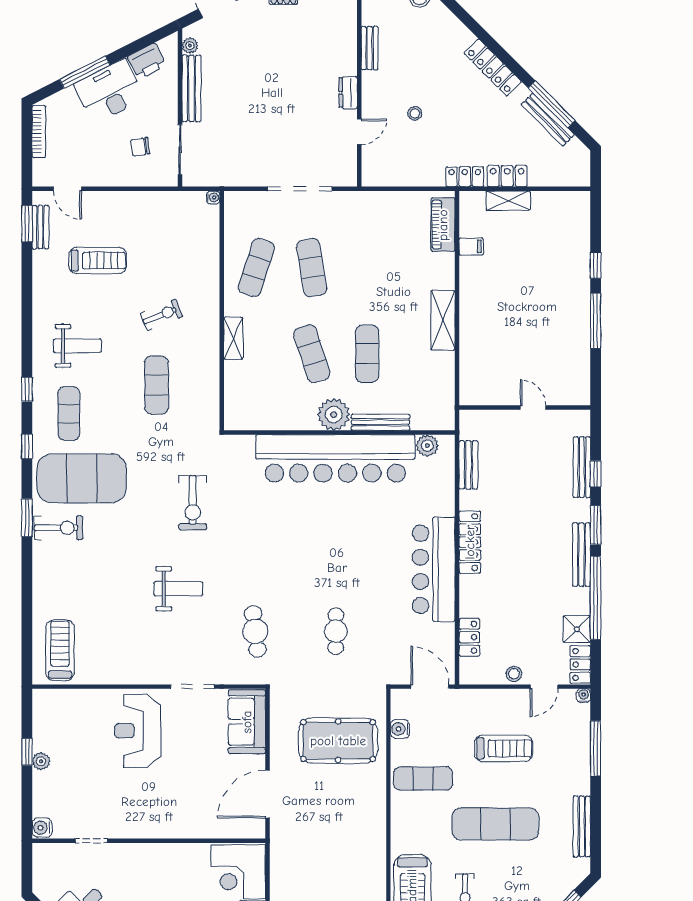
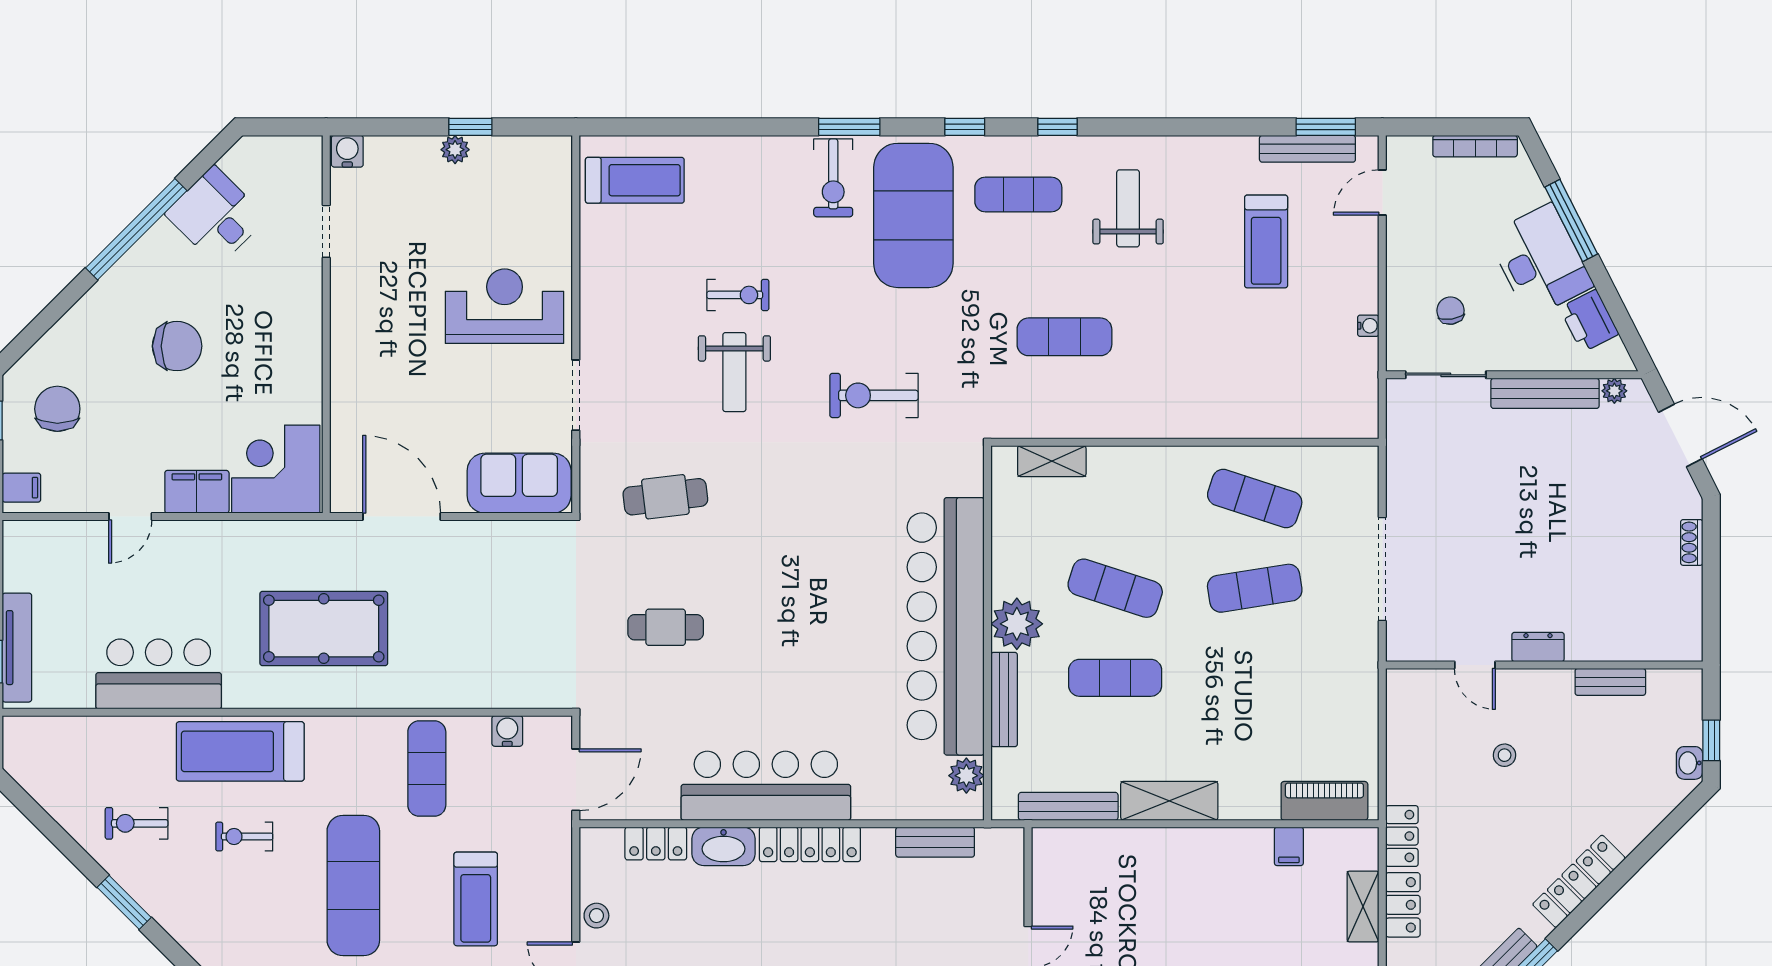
water cooler: (213, 197) -> (1368, 326), moved, turned -90
bench: (40, 227) -> (1307, 149), width x1.36
exercise bike: (161, 315) -> (738, 295), moved, turned -68
shelving: (233, 338) -> (1052, 461), moved
weight bench: (77, 346) -> (1128, 208), turned 180
exercise mat: (312, 354) -> (1115, 588), turned 36
bench: (446, 383) -> (1068, 806), added
washbasin: (471, 595) -> (724, 846), added
pool table: (338, 741) -> (324, 629), moved, turned 90

